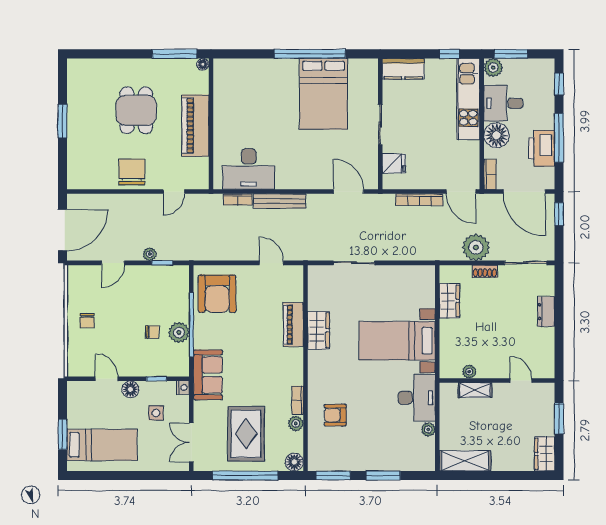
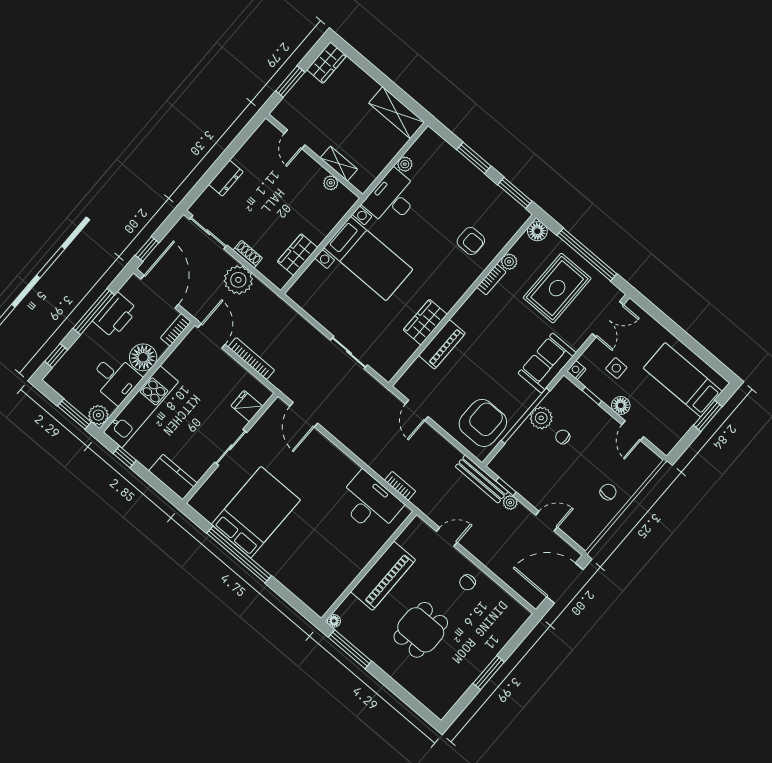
chair: (132, 172) -> (467, 582), width x0.54, depth x0.54
bench: (280, 201) -> (482, 479), moved

